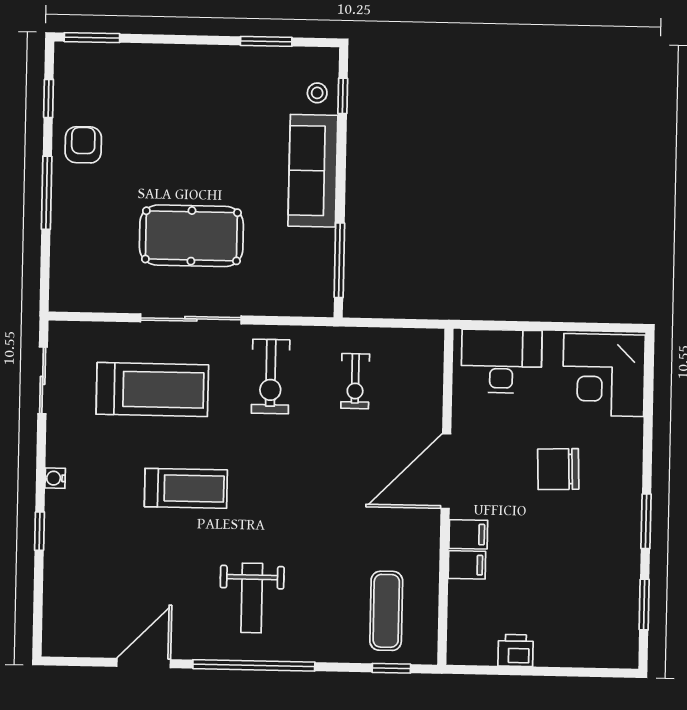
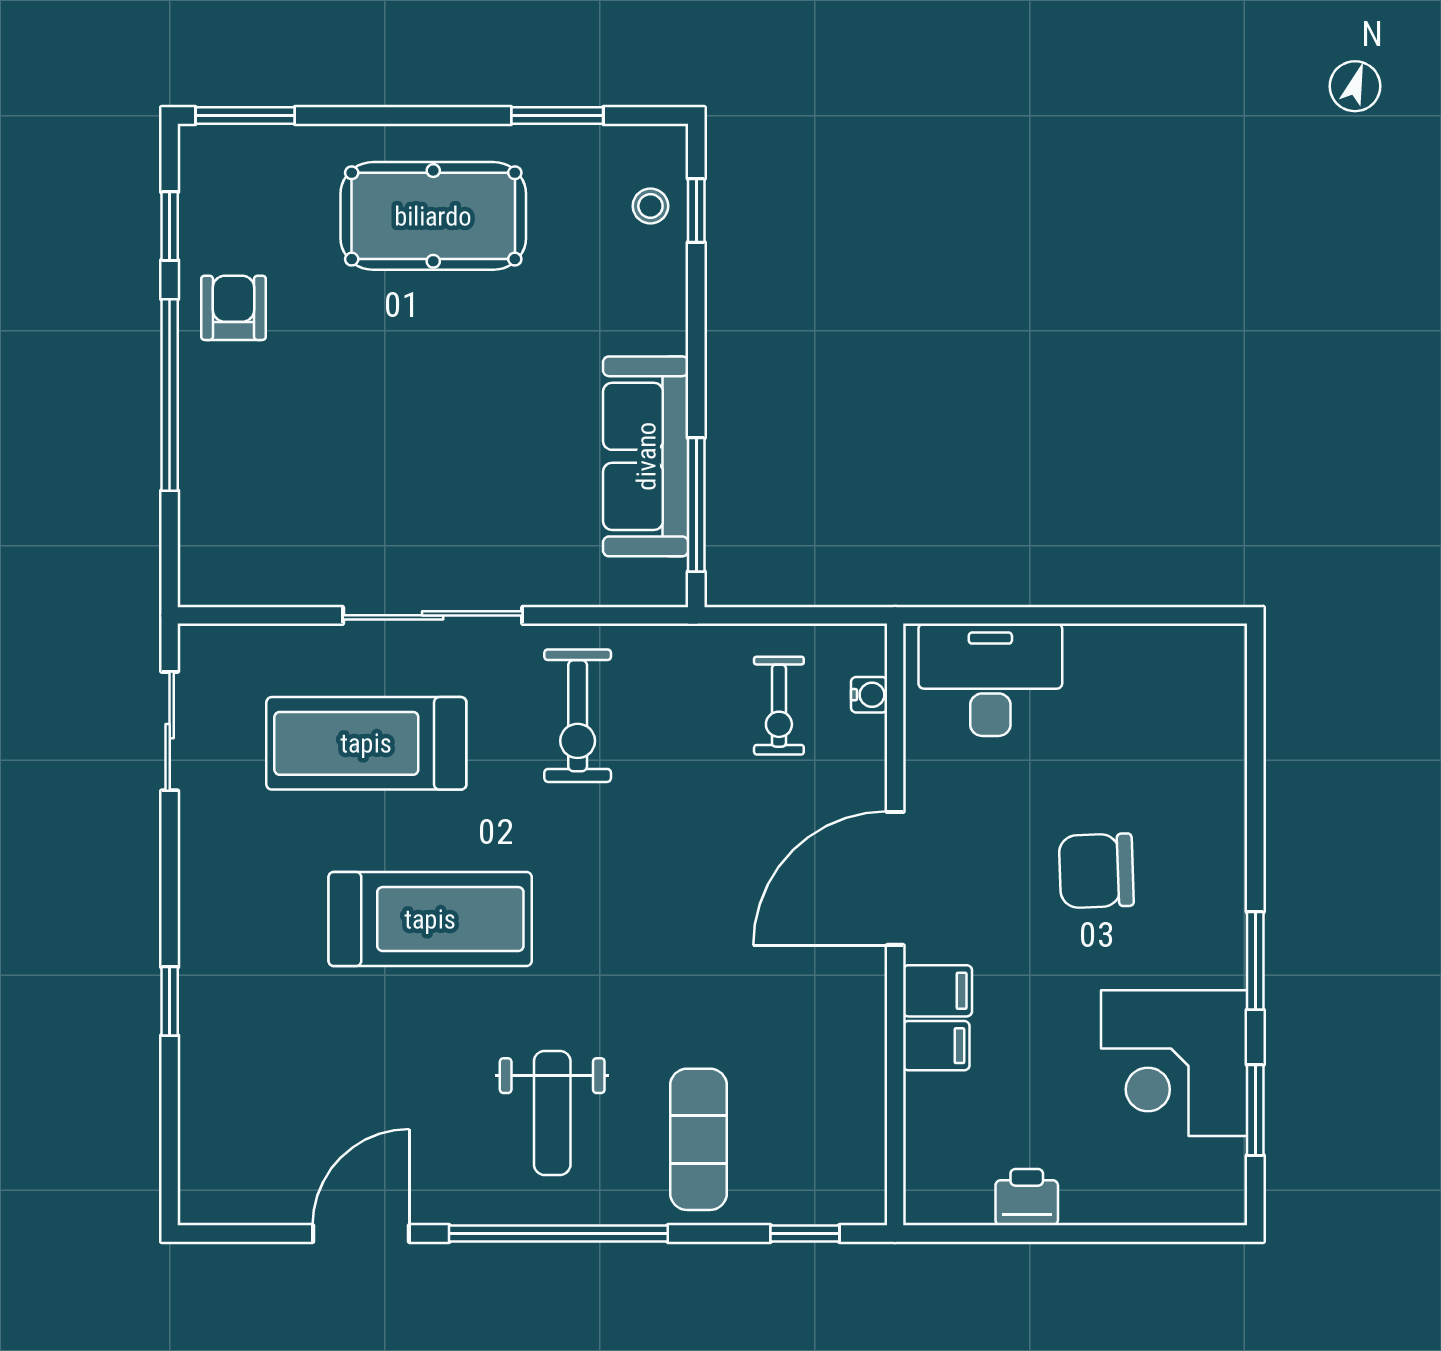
sofa: (313, 171) -> (646, 456), moved
window: (47, 193) -> (170, 395), width x1.46
pool table: (191, 236) -> (433, 216), moved
corner desk: (604, 375) -> (1174, 1063), moved
exercise bike: (355, 381) -> (779, 706), moved
treadmill: (152, 389) -> (366, 743), turned 180
water cooler: (55, 478) -> (869, 695), moved, turned 180
treadmill: (186, 488) -> (430, 919), width x1.37, depth x1.38
exercise mat: (386, 611) -> (698, 1139), moved

